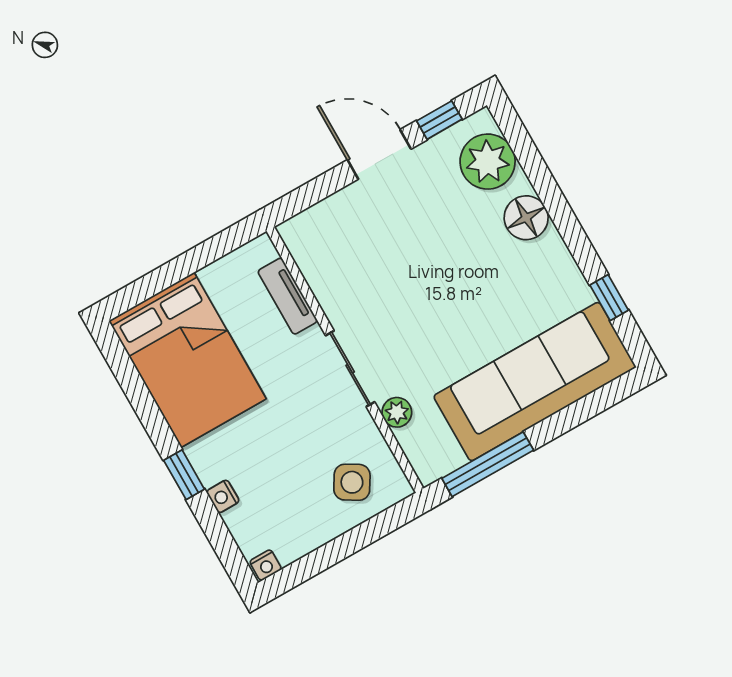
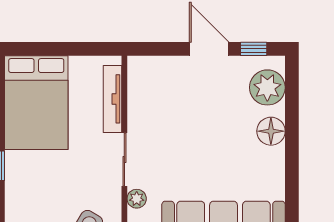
tv unit: (288, 296) -> (113, 99), width x1.41
window: (609, 298) -> (292, 202), removed
nightstand: (223, 496) -> (13, 190), removed

